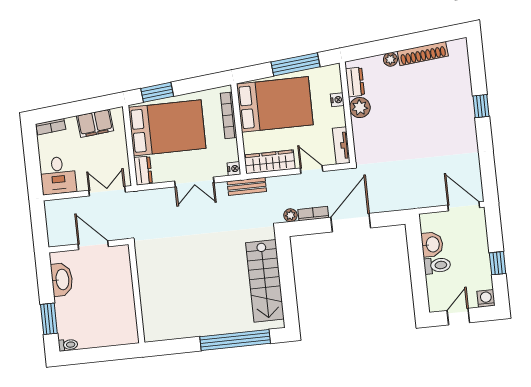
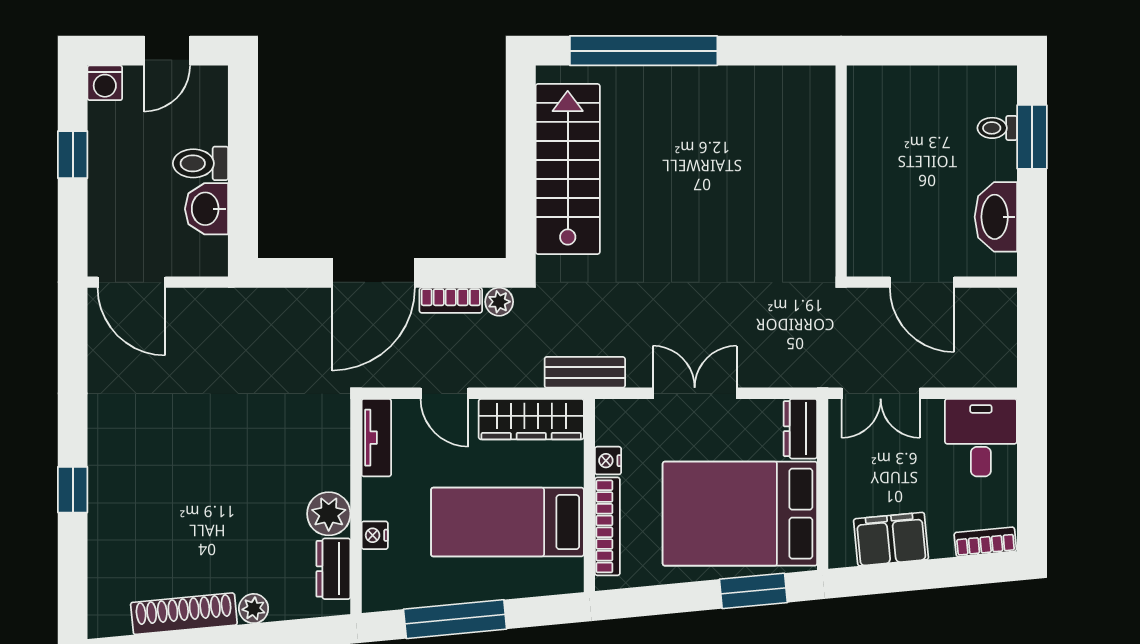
bed: (275, 104) -> (507, 522), width x0.67
nightstand: (234, 169) -> (608, 461), moved
toilet: (68, 345) -> (997, 128), moved

